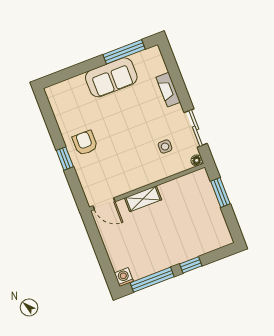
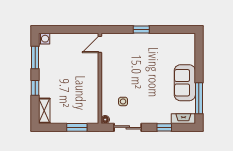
window: (178, 82) -> (164, 127), added
fireplace: (168, 90) -> (183, 119), moved
armchair: (85, 143) -> (147, 47), removed
shelving: (143, 199) -> (44, 111), moved
window: (152, 280) -> (35, 57), width x0.69

